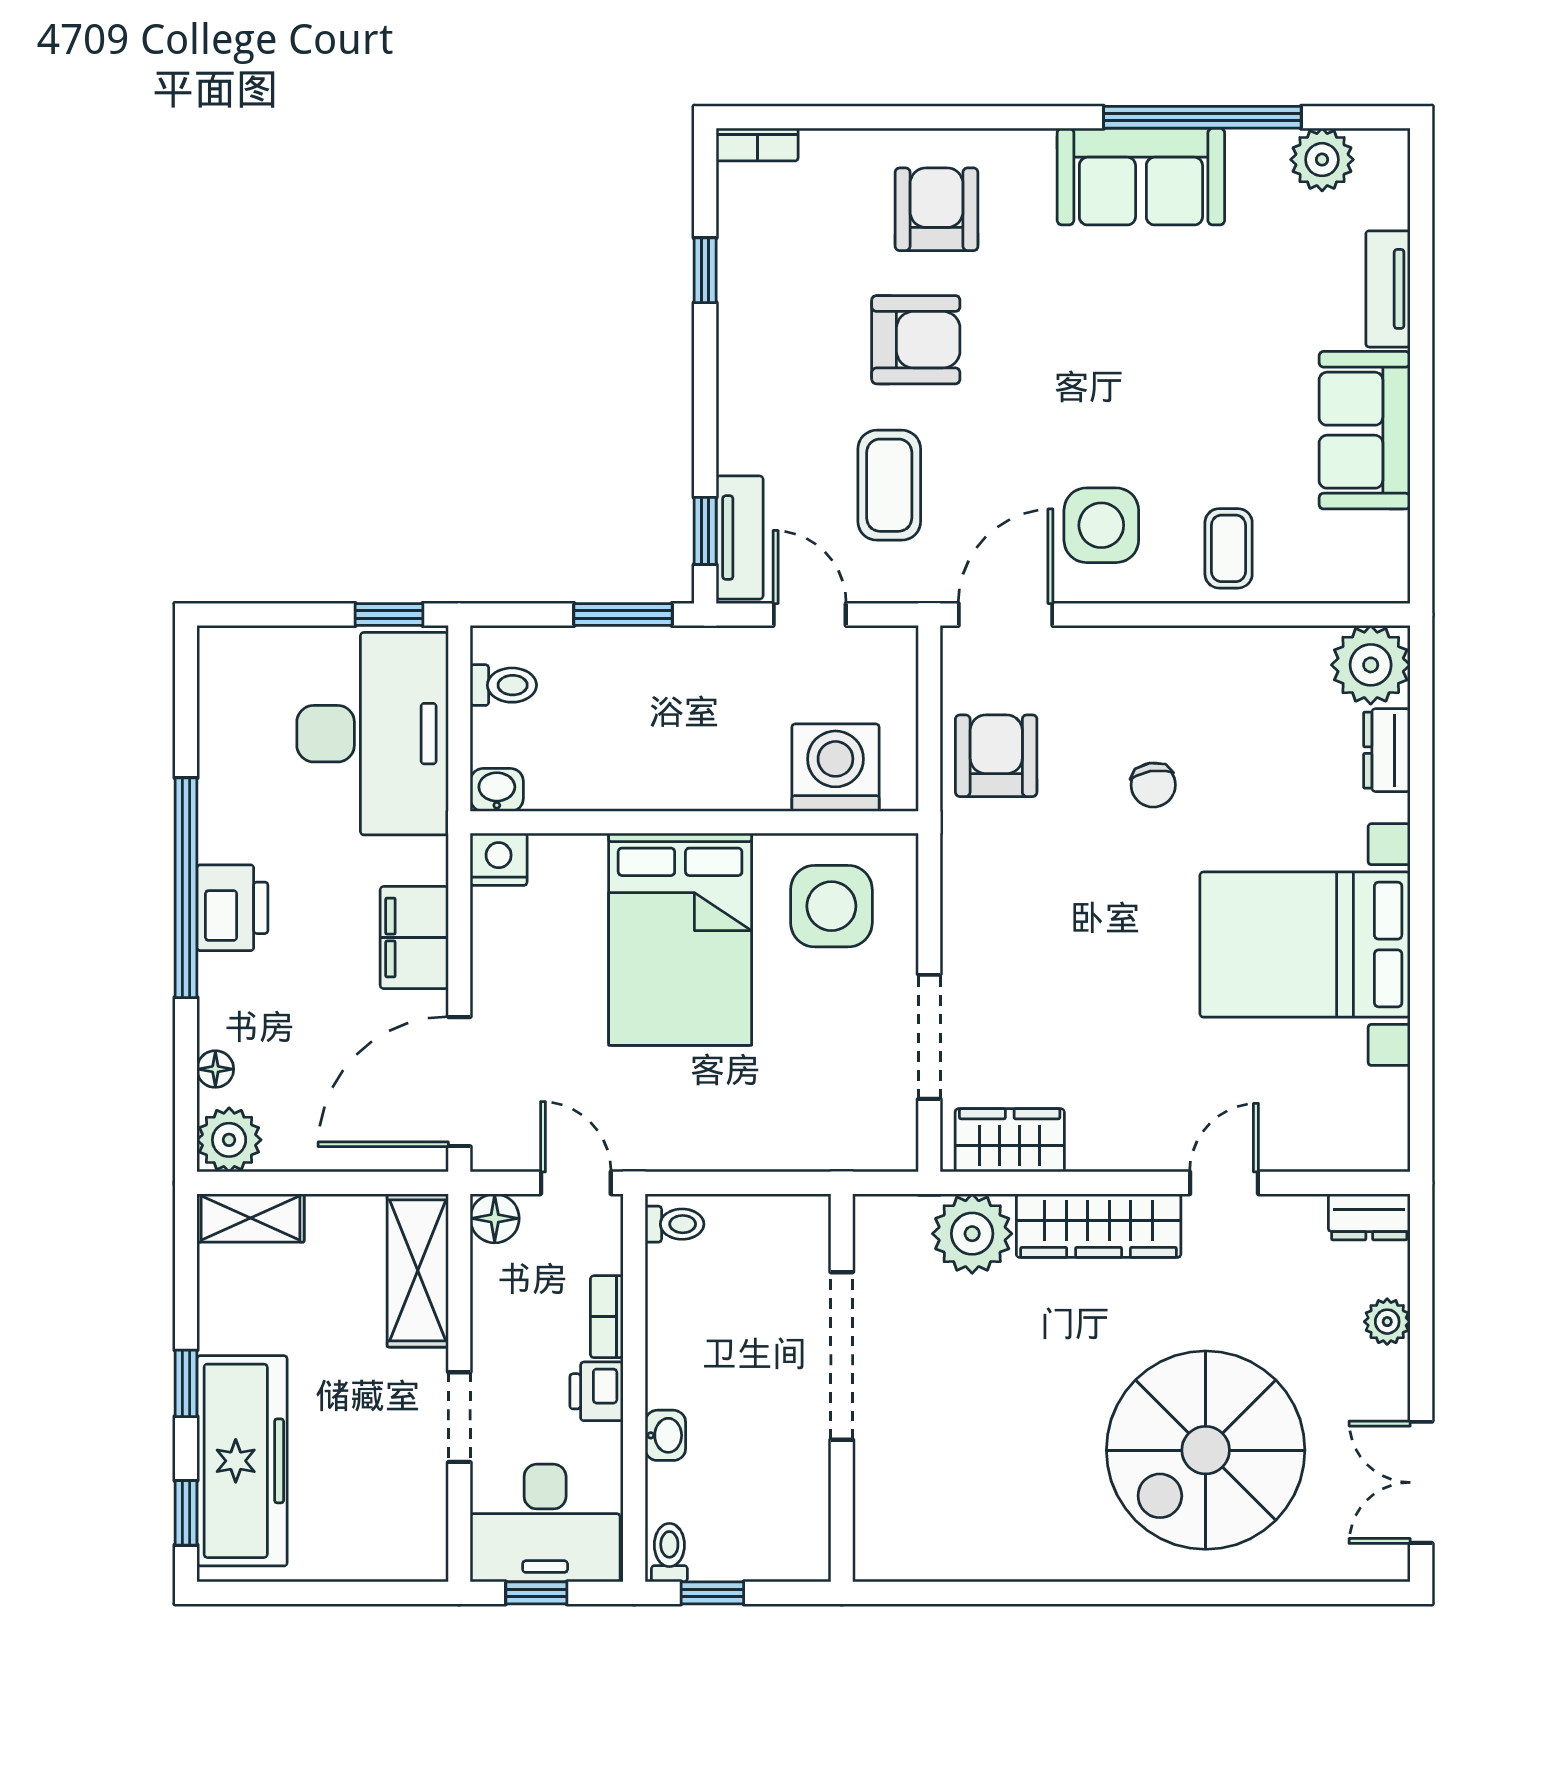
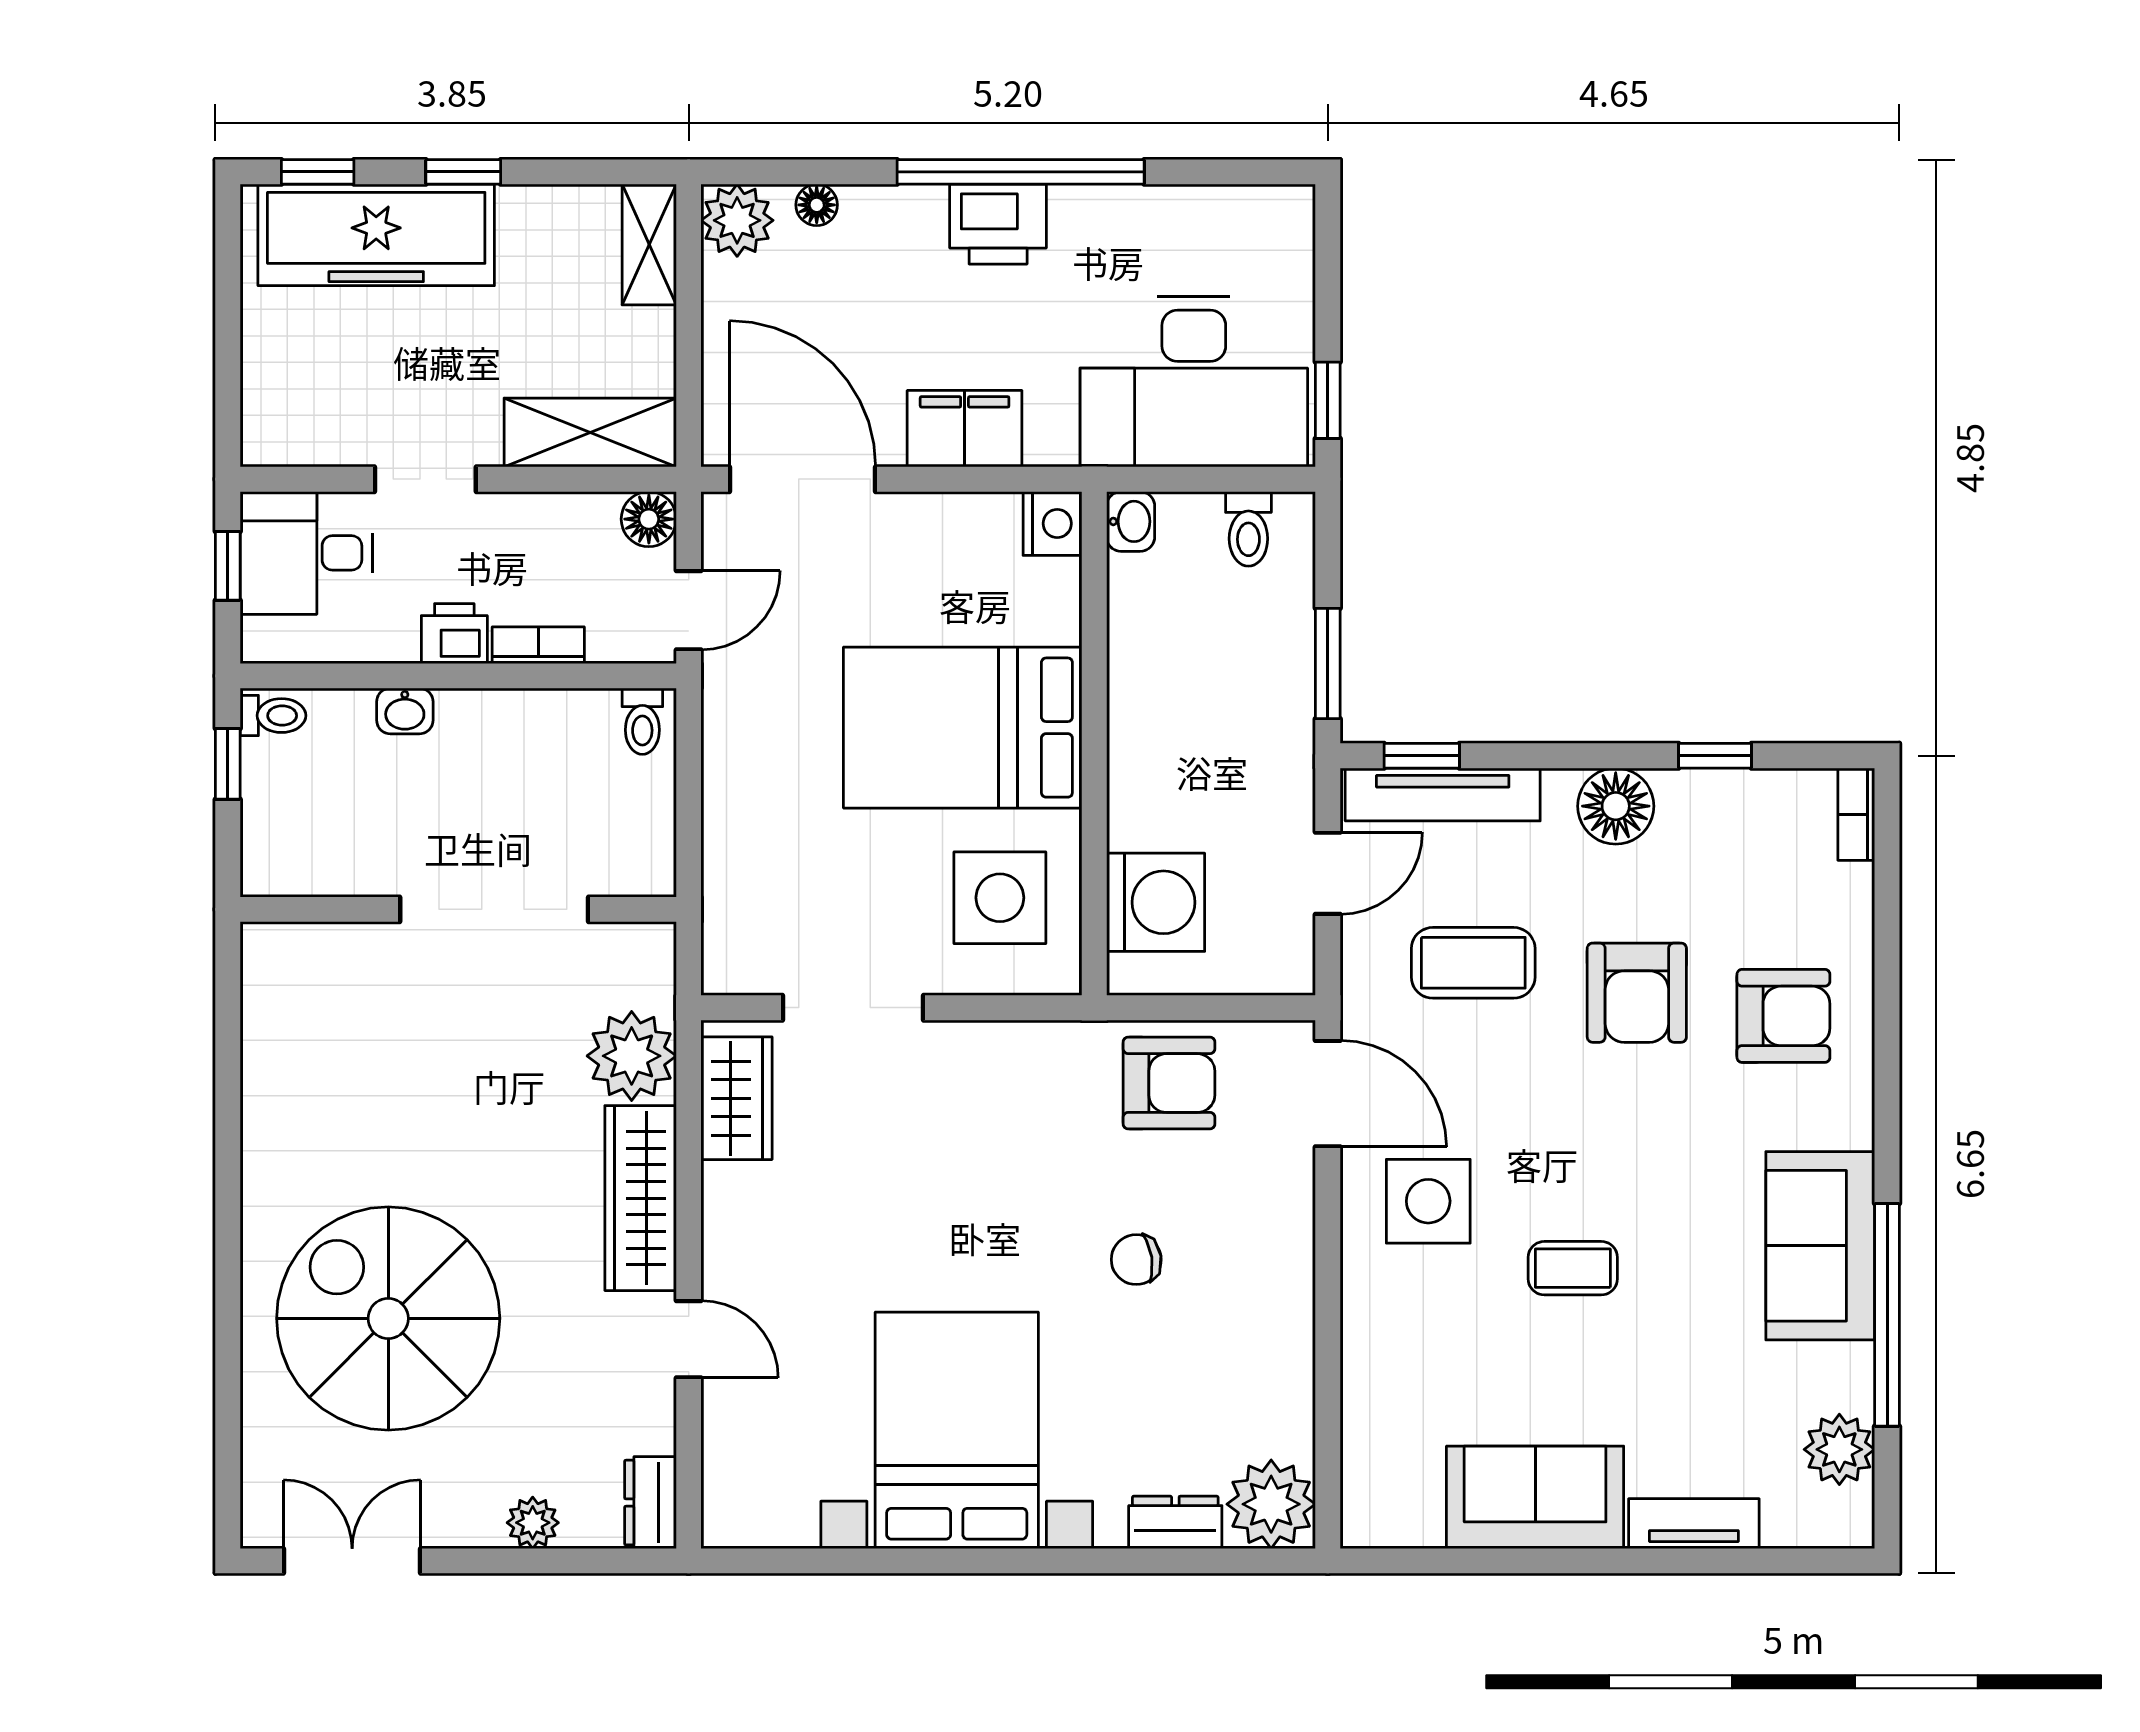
floor lamp: (750, 358) -> (1616, 806), added
tv unit: (740, 538) -> (1443, 794), width x1.41
coffee table: (1229, 548) -> (1573, 1268), moved
desk: (545, 1523) -> (306, 553), width x0.73

